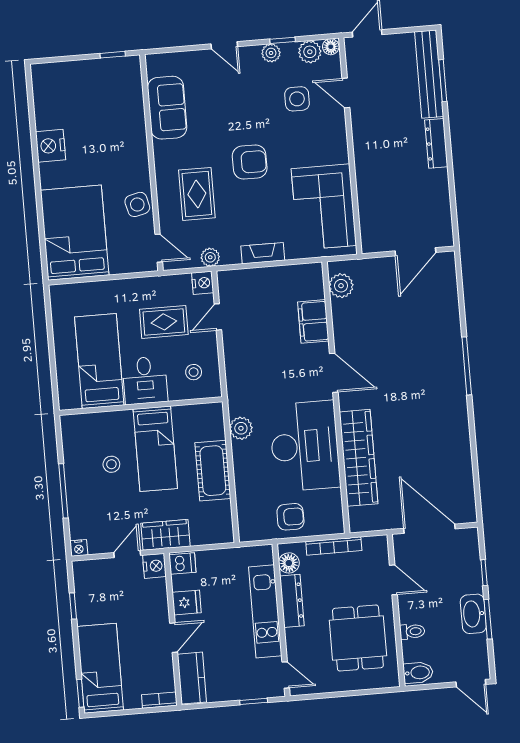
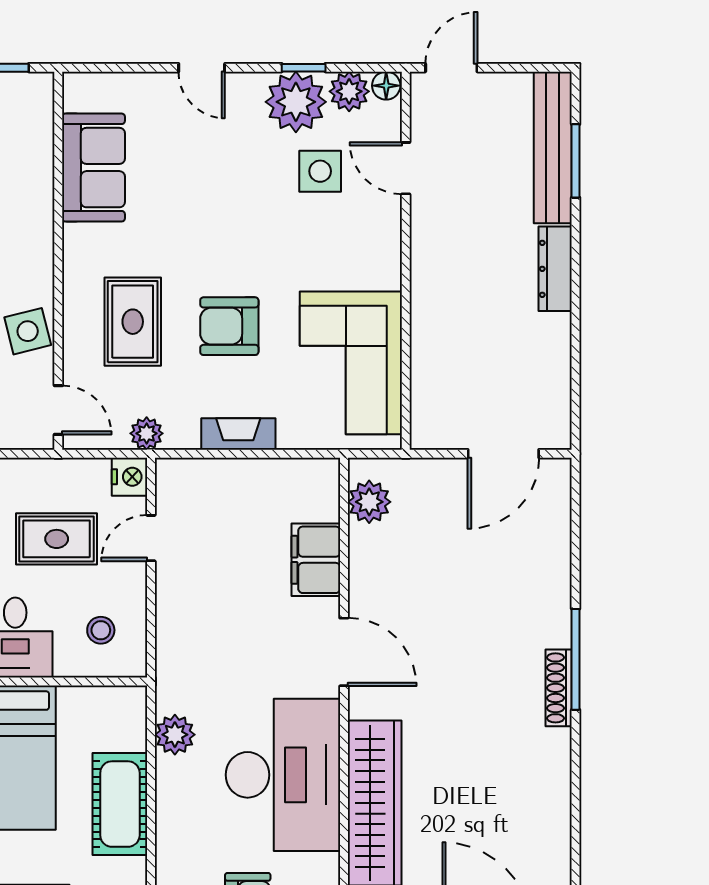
plant: (271, 53) -> (296, 102), width x1.87, depth x1.87
armchair: (250, 162) -> (229, 326), moved, turned 180
shoe rack: (458, 383) -> (559, 688), added

